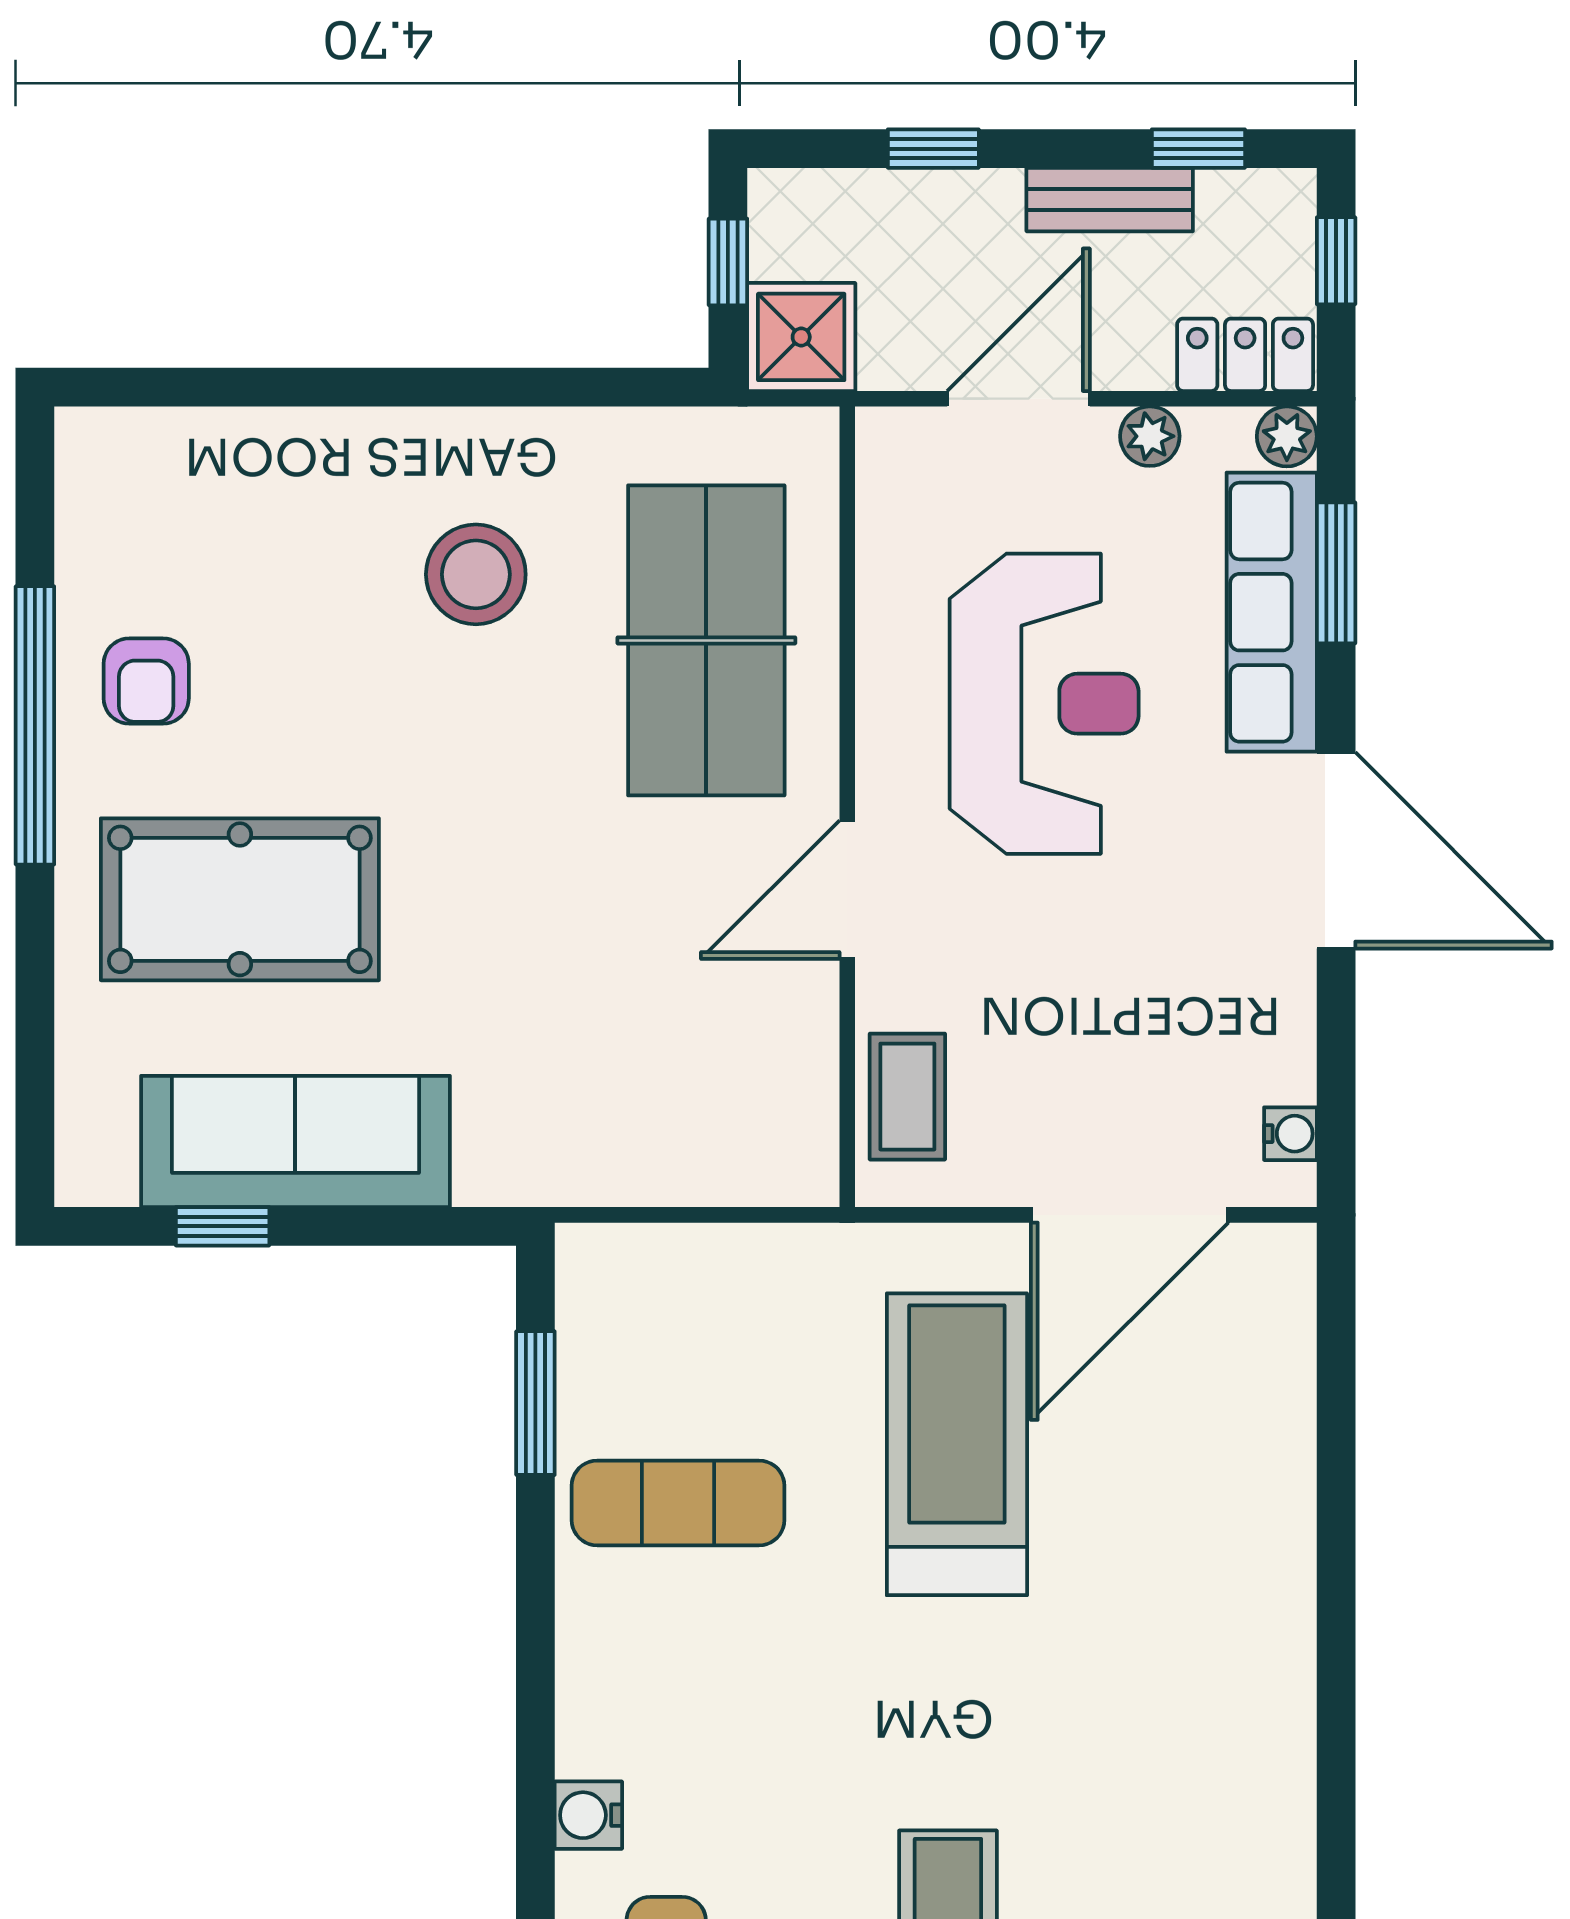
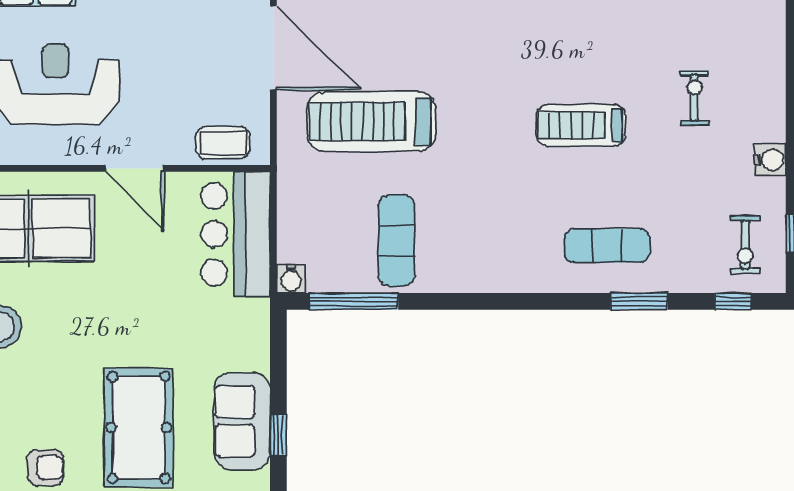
bar counter: (693, 1126) -> (235, 234), added
sofa: (295, 1141) -> (242, 421), width x0.73
window: (535, 1403) -> (354, 301), width x1.44
water cooler: (588, 1815) -> (291, 279), moved

